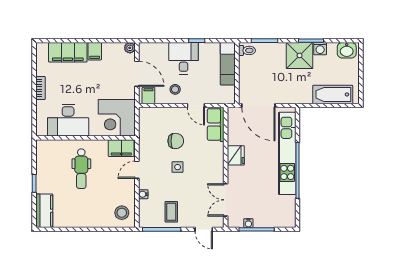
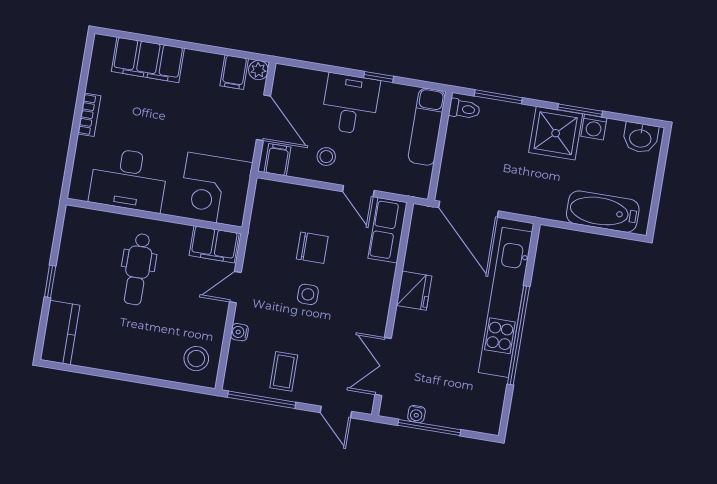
filing cabinet: (95, 51) -> (234, 72), moved

